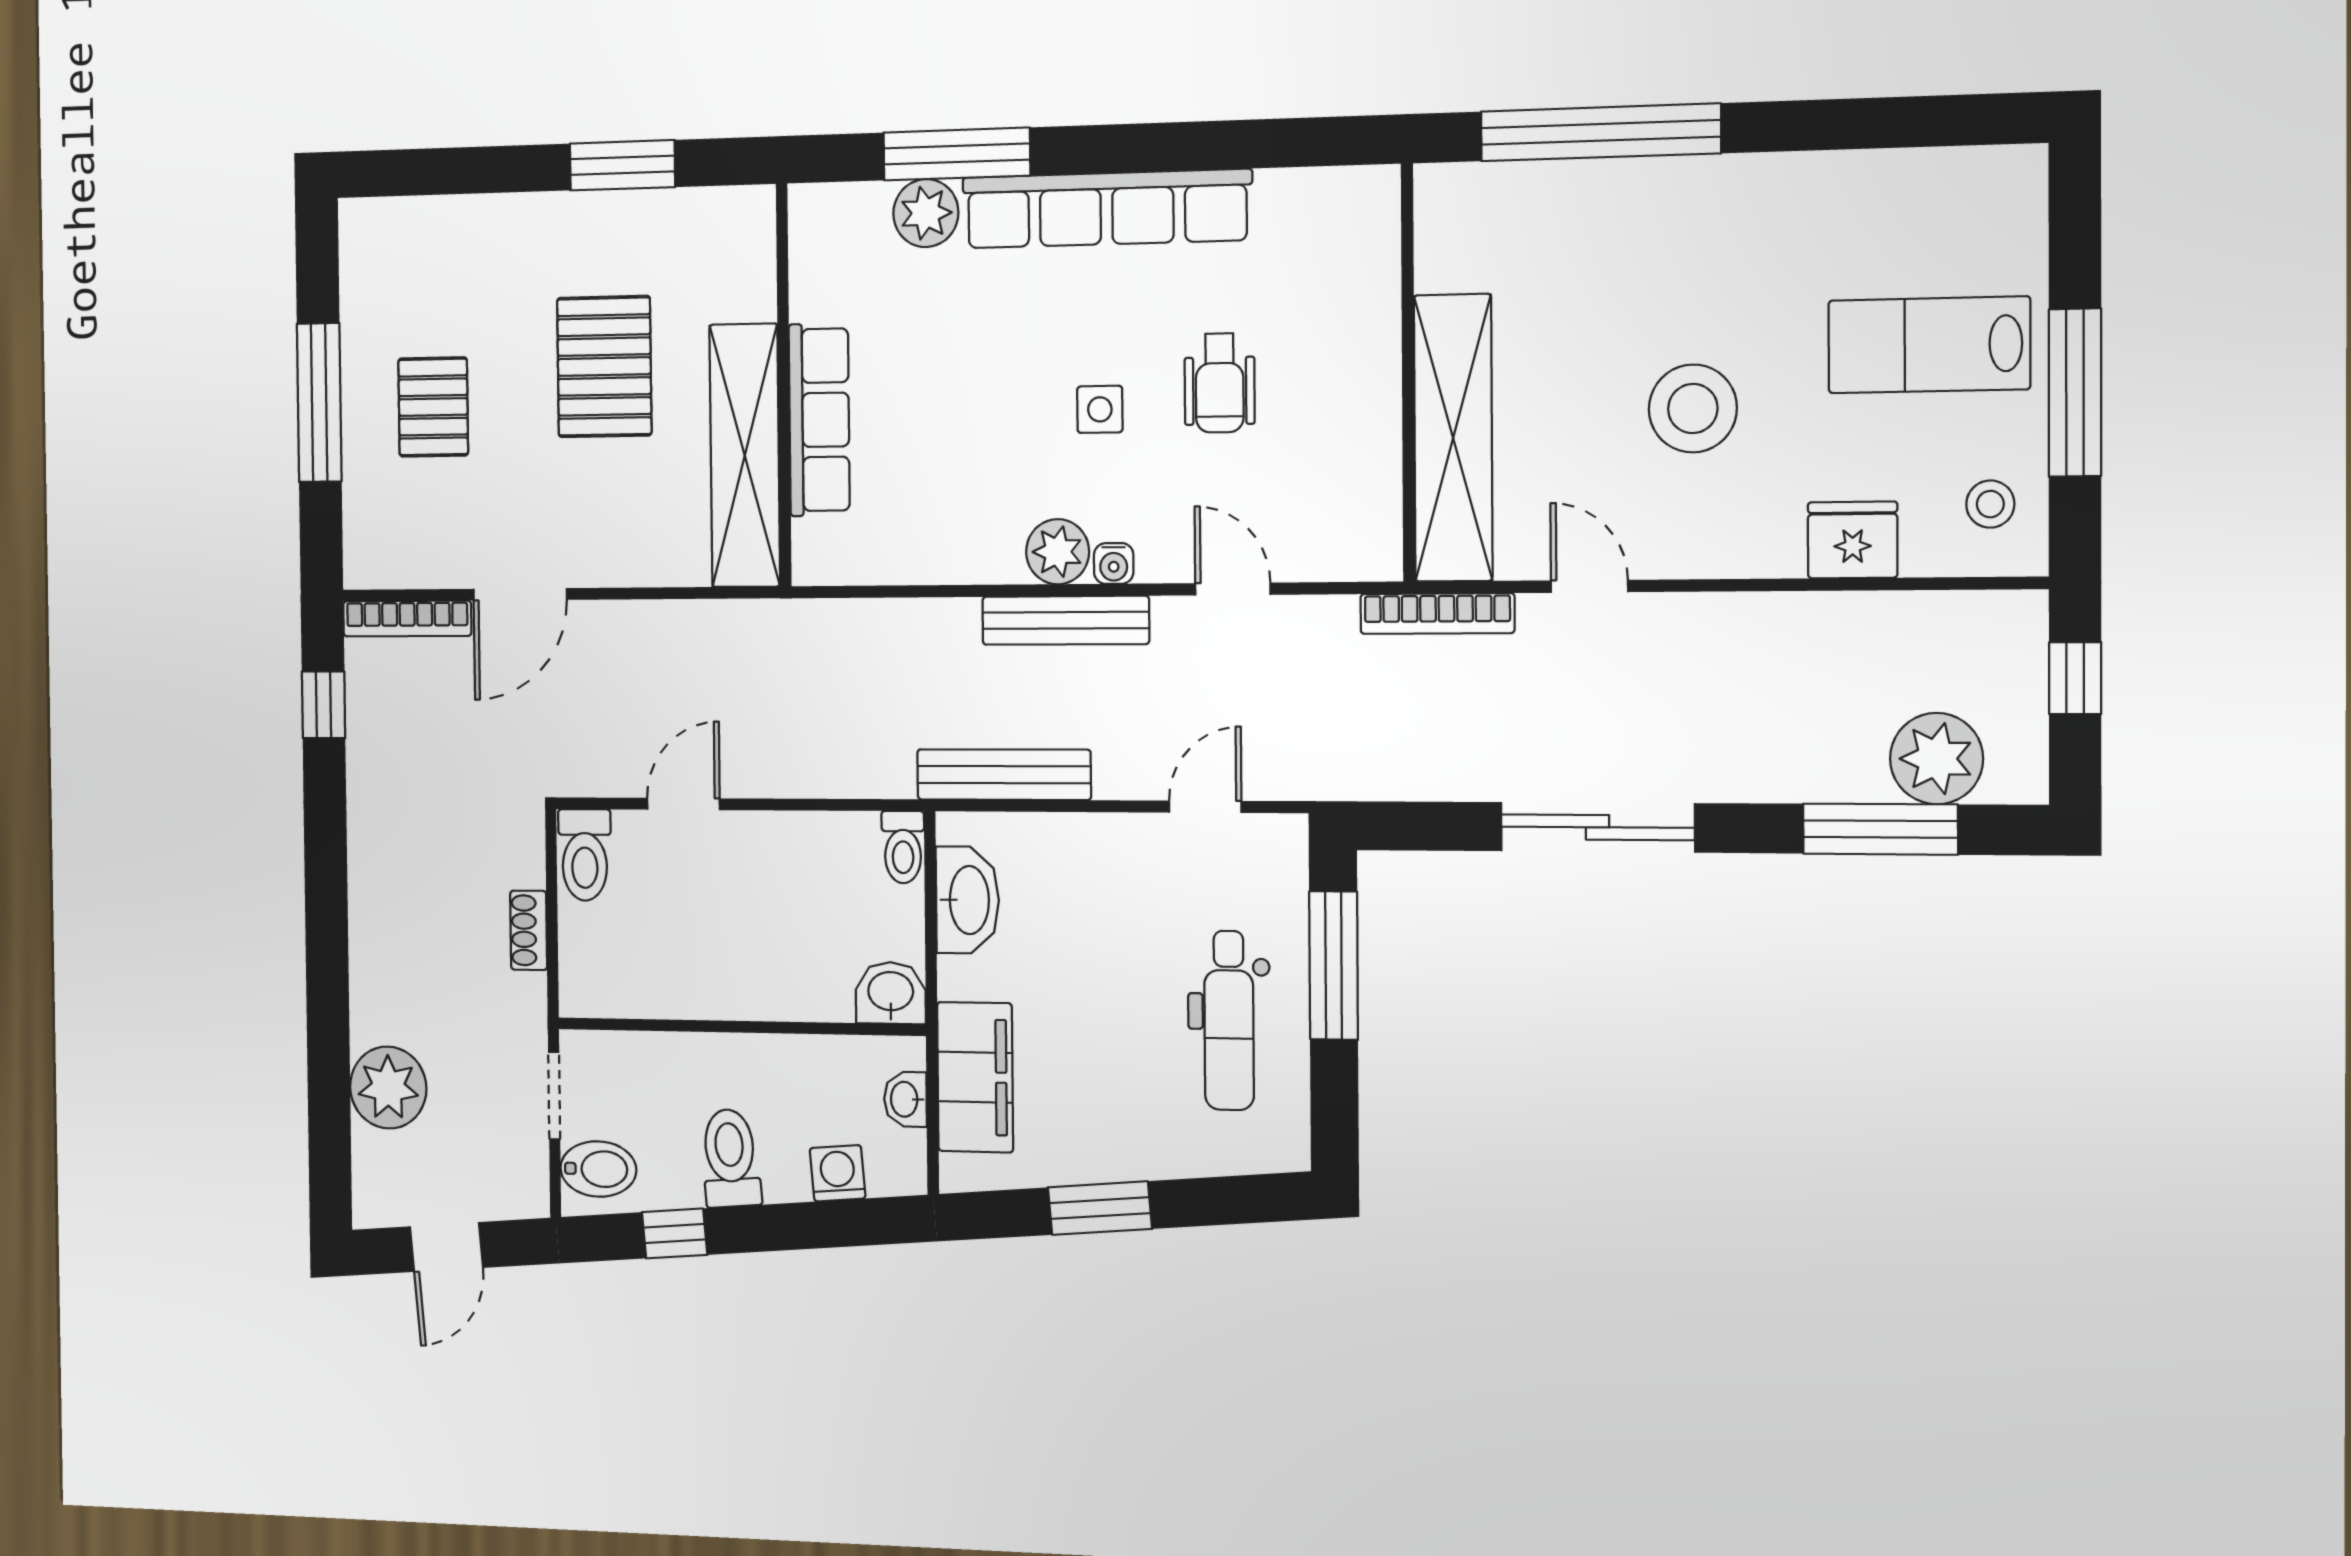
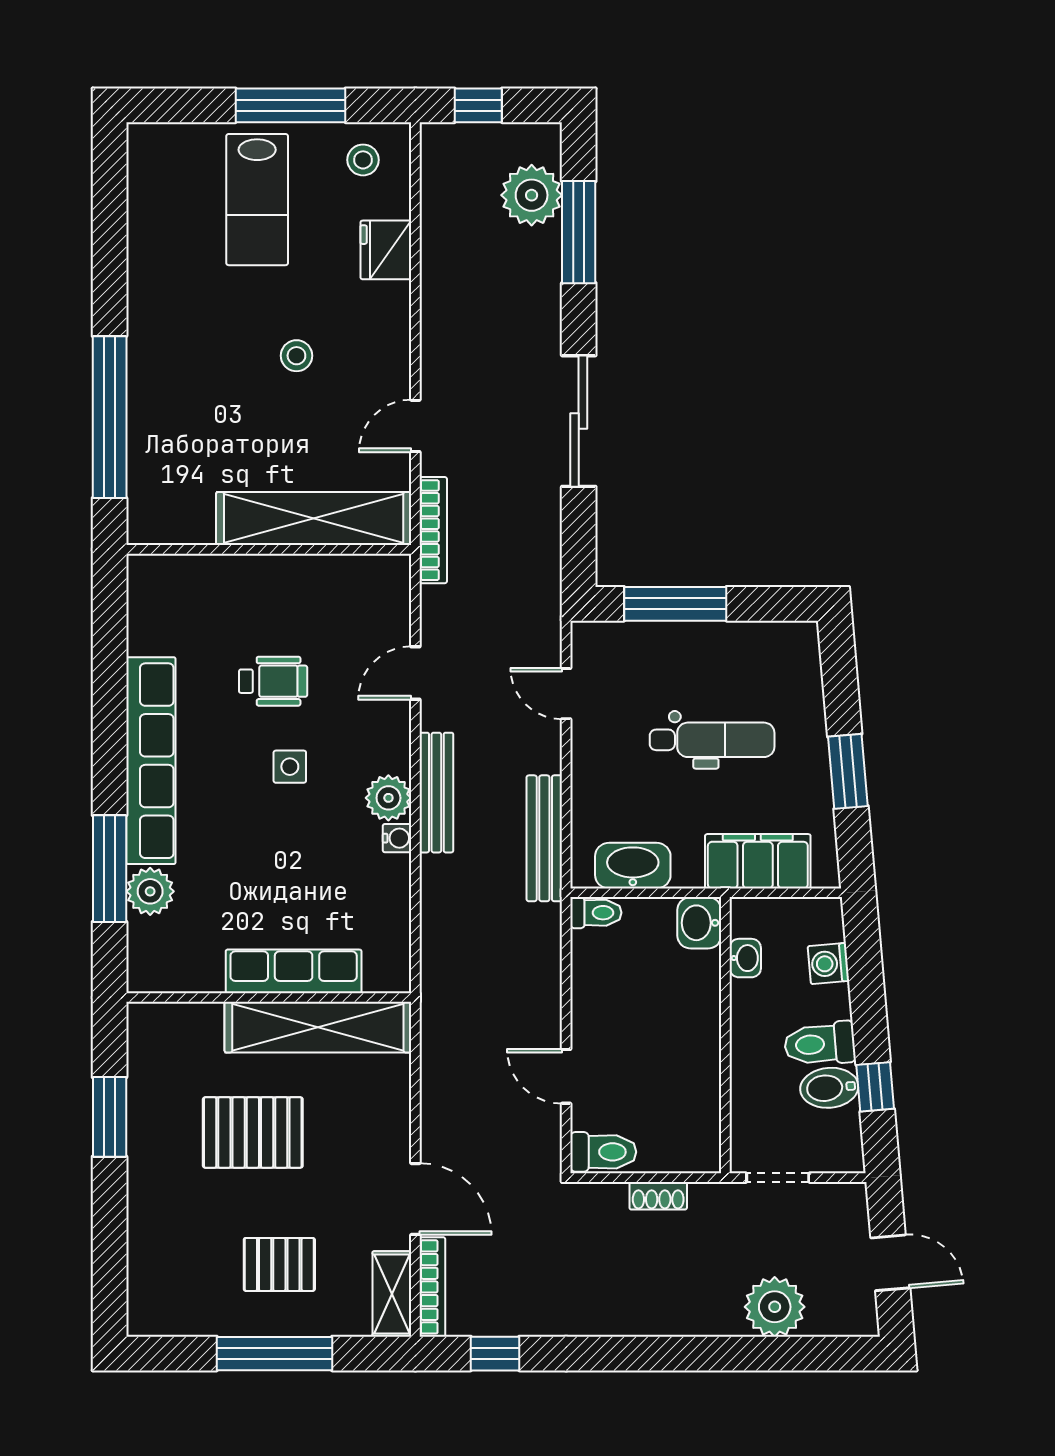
stool: (1693, 408) -> (296, 356), width x0.53, depth x0.53
shelving: (397, 563) -> (392, 1294), added
water cooler: (1114, 563) -> (397, 838), moved
dental chair: (1229, 1020) -> (712, 740), moved
washbasin: (905, 1099) -> (745, 958), moved, turned -90
bidet: (598, 1169) -> (829, 1088), moved, turned -95

